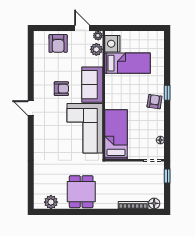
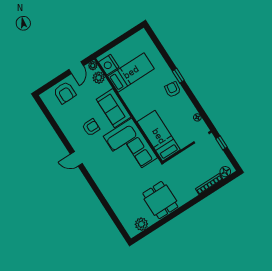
door: (82, 28) -> (76, 68), swing flipped

